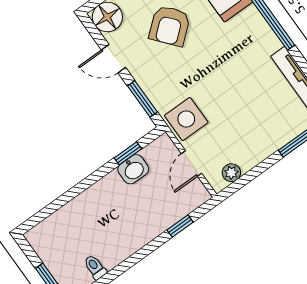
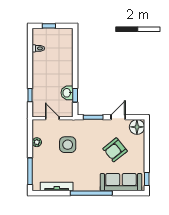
armchair: (170, 26) -> (115, 150), turned -89
side table: (186, 119) -> (68, 145), moved
plant: (231, 173) -> (37, 142), moved

